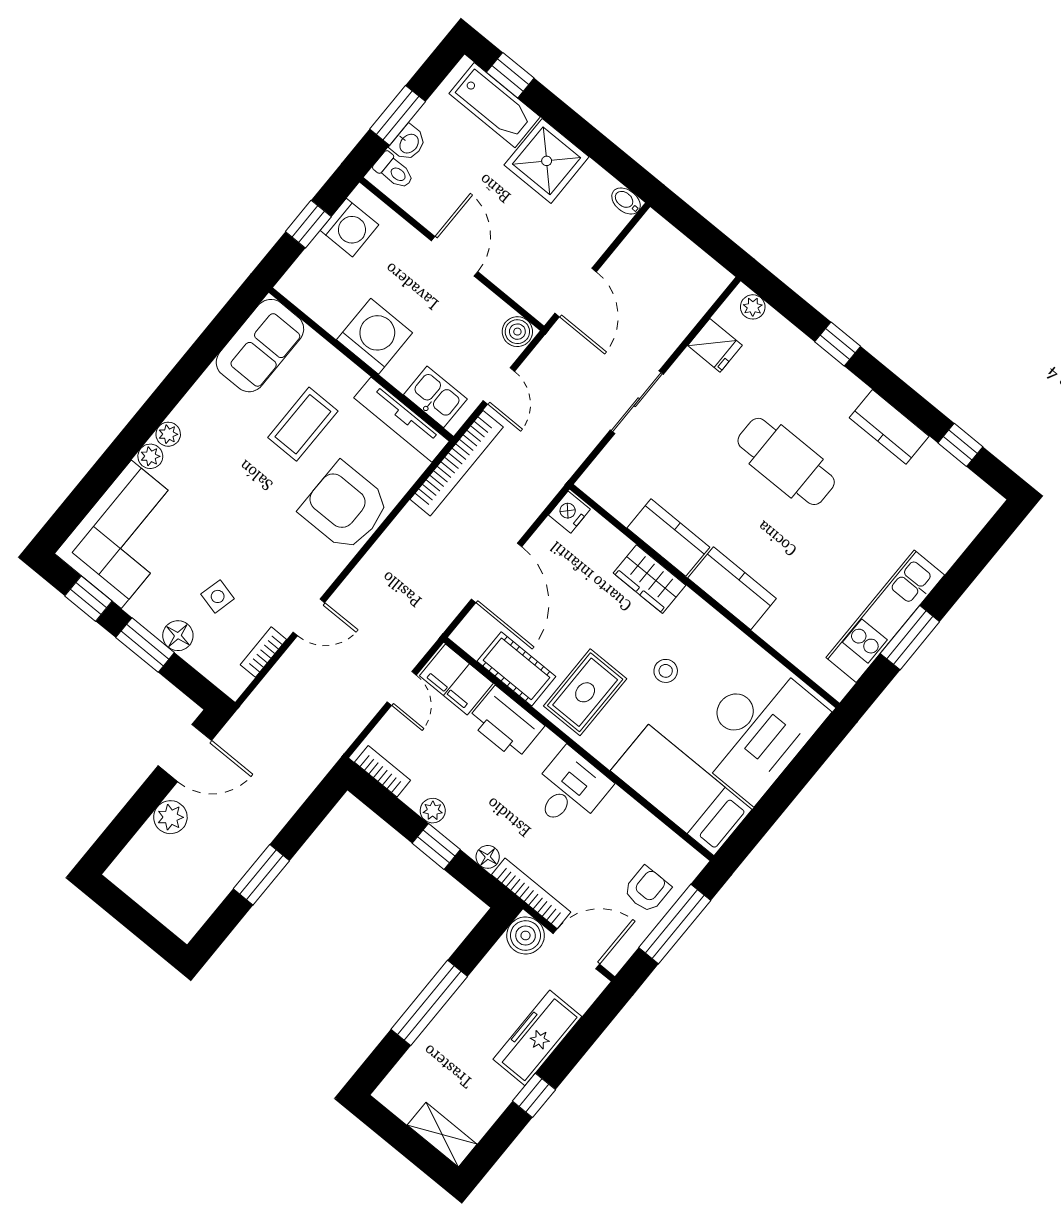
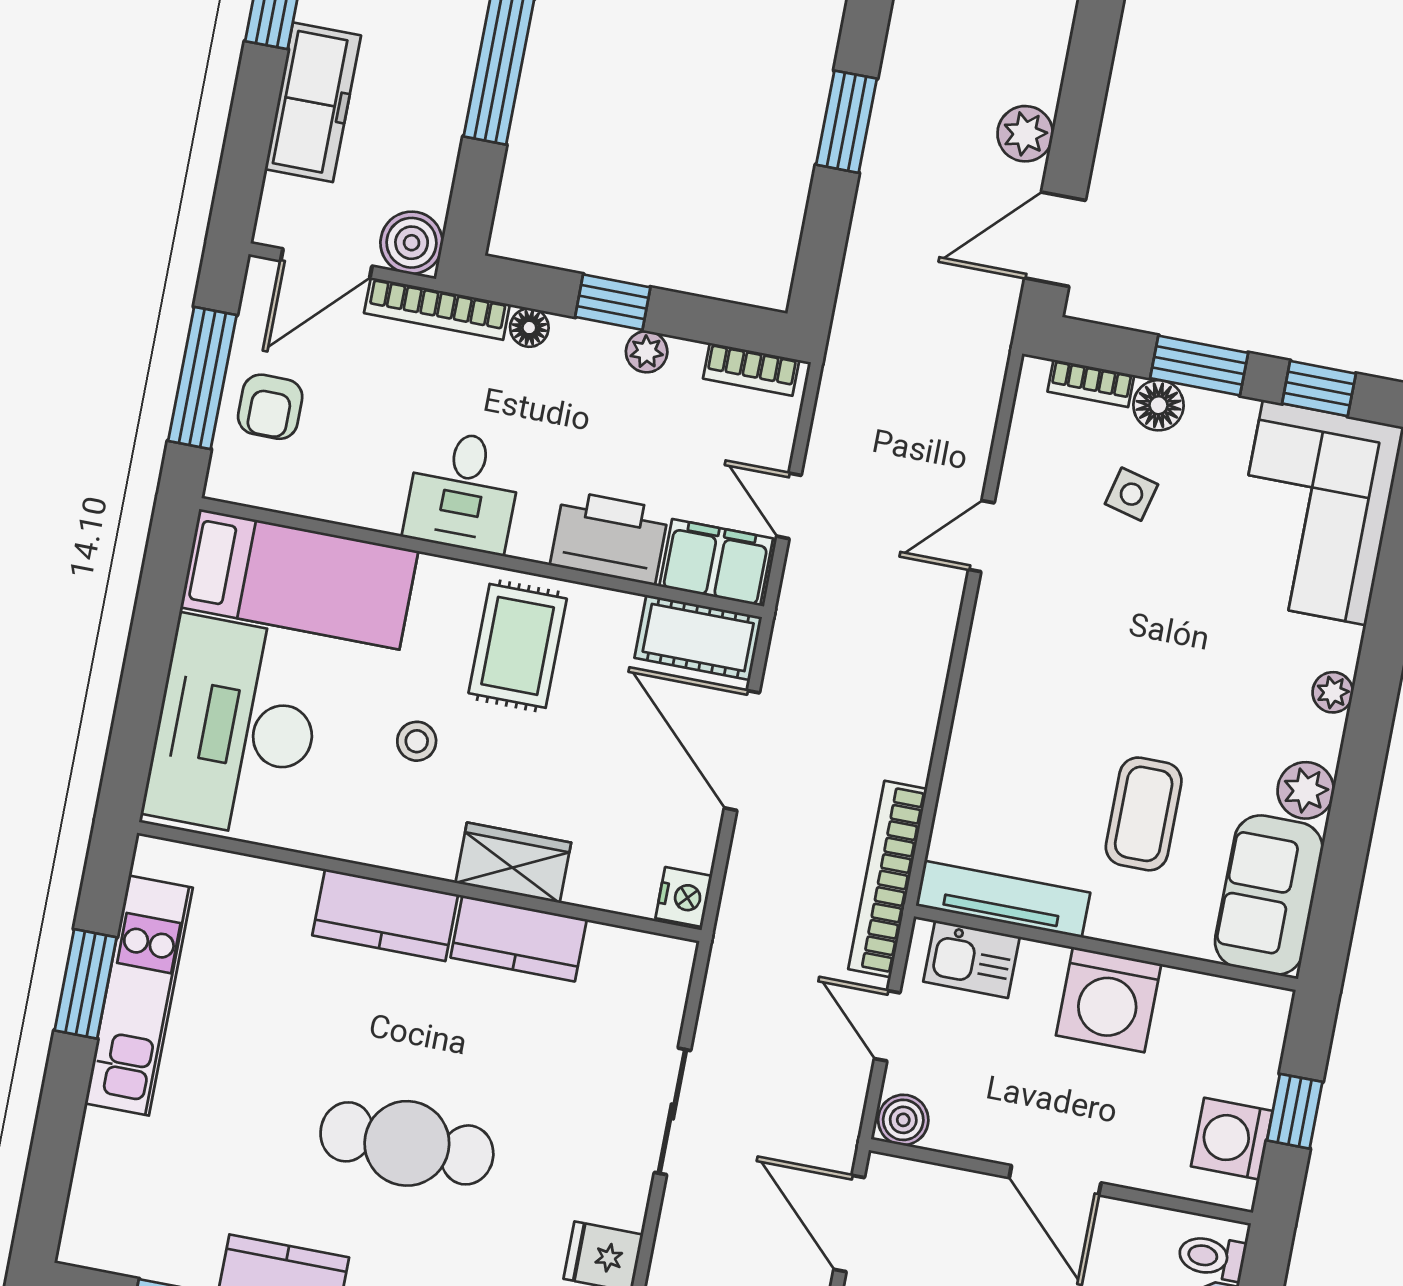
plant: (150, 456) -> (1306, 790), moved, width x1.38, depth x1.38
armchair: (345, 507) -> (1016, 727), removed
bookcase: (263, 652) -> (1091, 383), moved, turned 90
cot: (516, 669) -> (698, 637), moved

